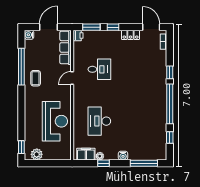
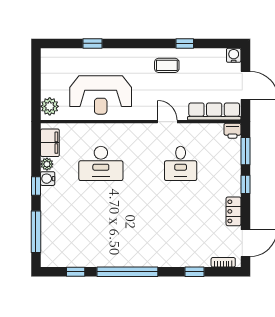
window: (21, 67) -> (185, 43), width x0.32
window: (170, 72) -> (195, 272), moved
desk: (99, 121) -> (101, 163), turned 180
window: (21, 147) -> (92, 43), moved
plant: (37, 154) -> (50, 106), moved
water cooler: (123, 156) -> (48, 179), moved
window: (103, 163) -> (36, 186), moved

